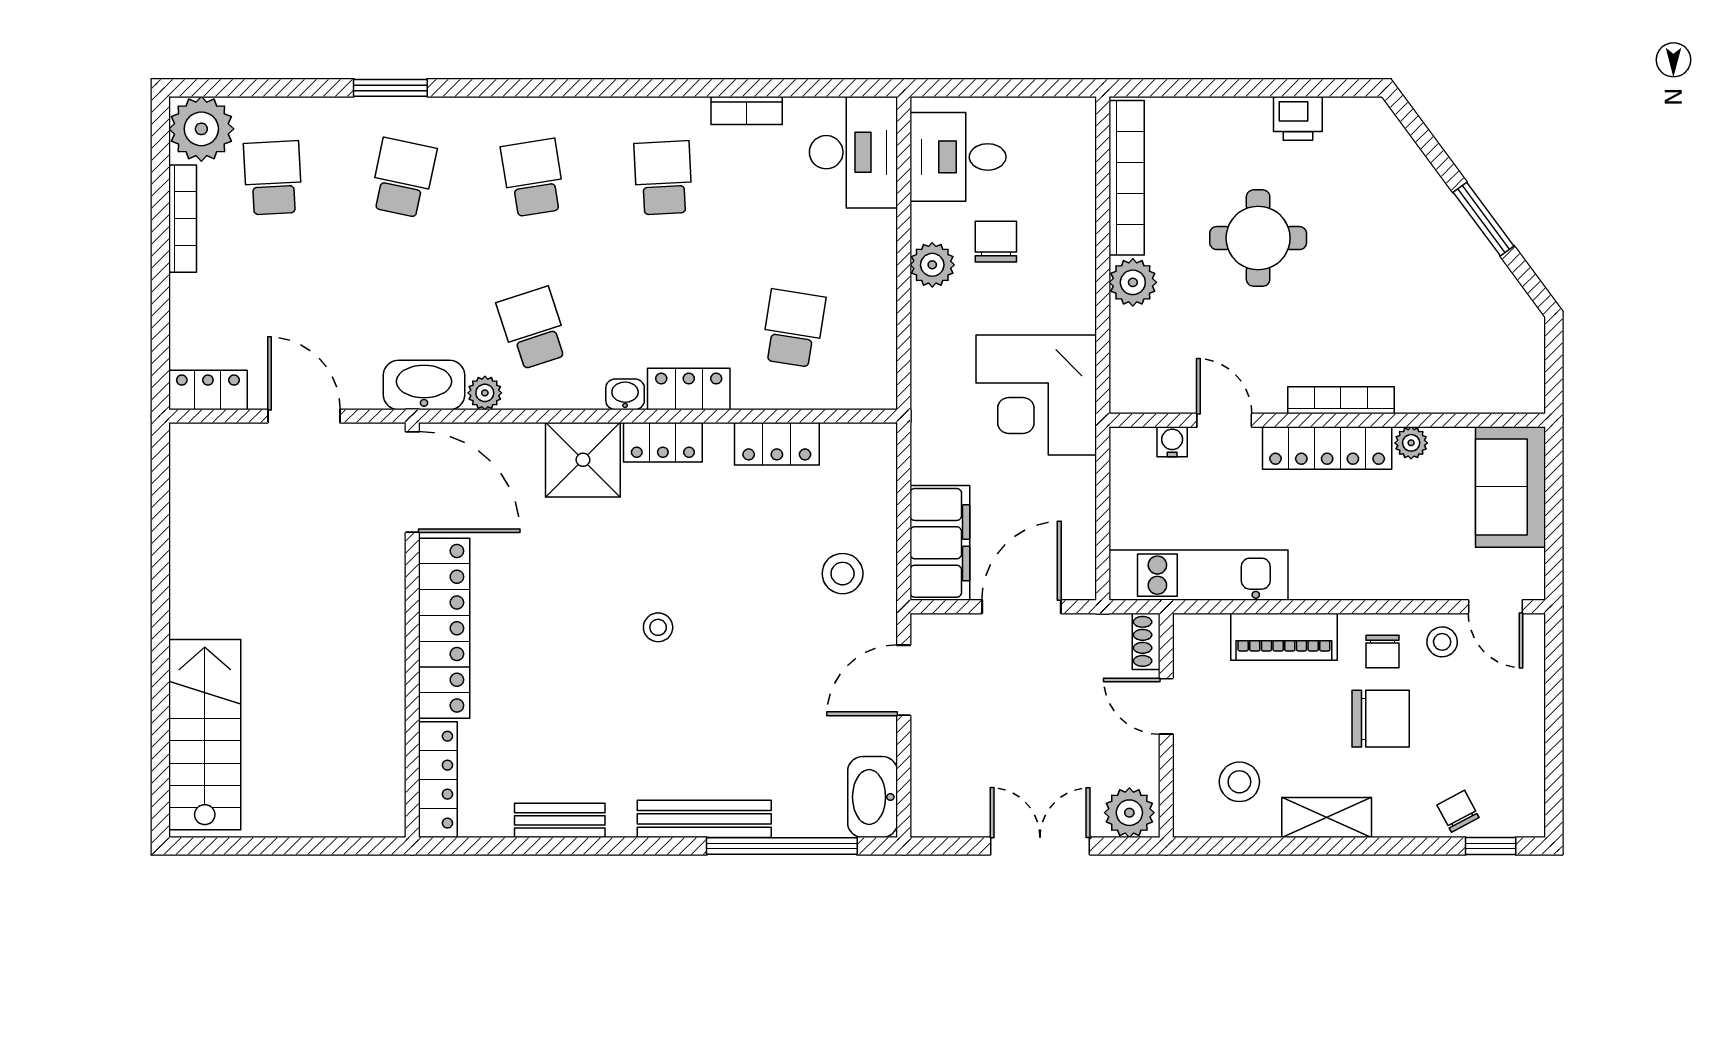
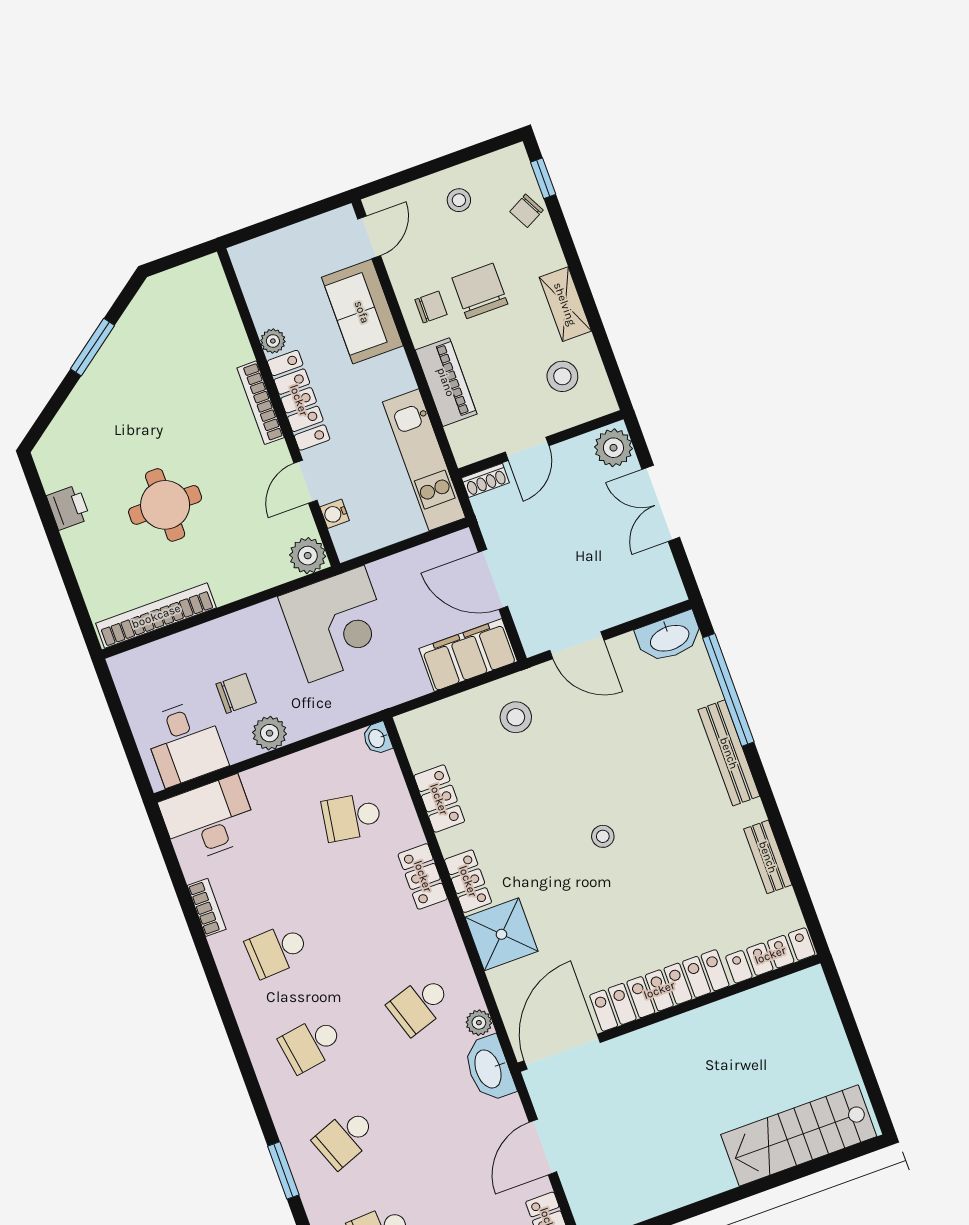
school desk: (403, 178) -> (345, 1138), turned -33
chair: (996, 242) -> (236, 693), turned 180
plant: (1133, 282) -> (308, 556), moved
washbasin: (625, 394) -> (377, 738), moved
sofa: (1510, 487) -> (362, 312), moved, turned 90
stool: (1442, 642) -> (459, 200), moved

